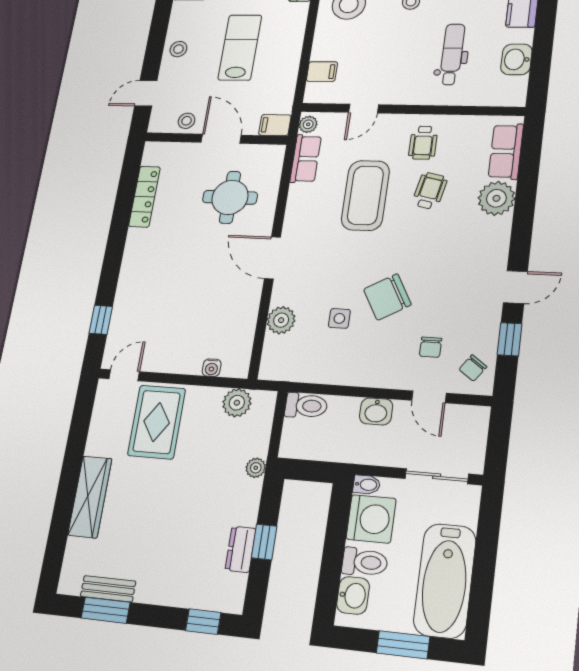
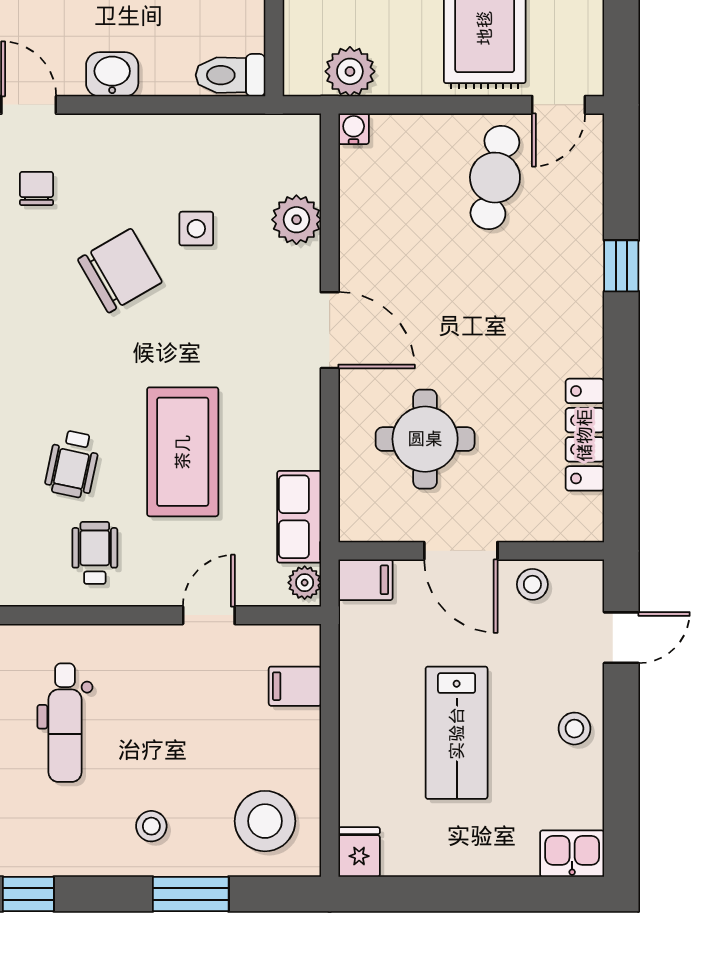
window: (101, 320) -> (621, 266), moved
cafe table: (166, 337) -> (495, 178), added
water cooler: (212, 368) -> (354, 129), moved

